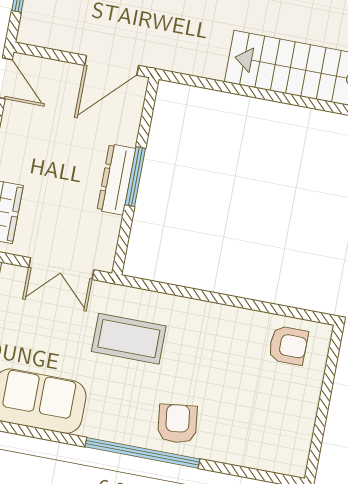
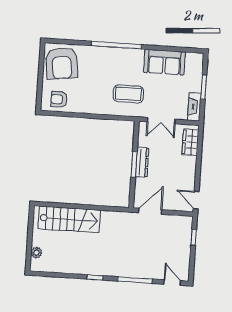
double door: (61, 269) -> (161, 121), swing flipped
armchair: (177, 424) -> (62, 63), moved, width x1.88, depth x1.88

